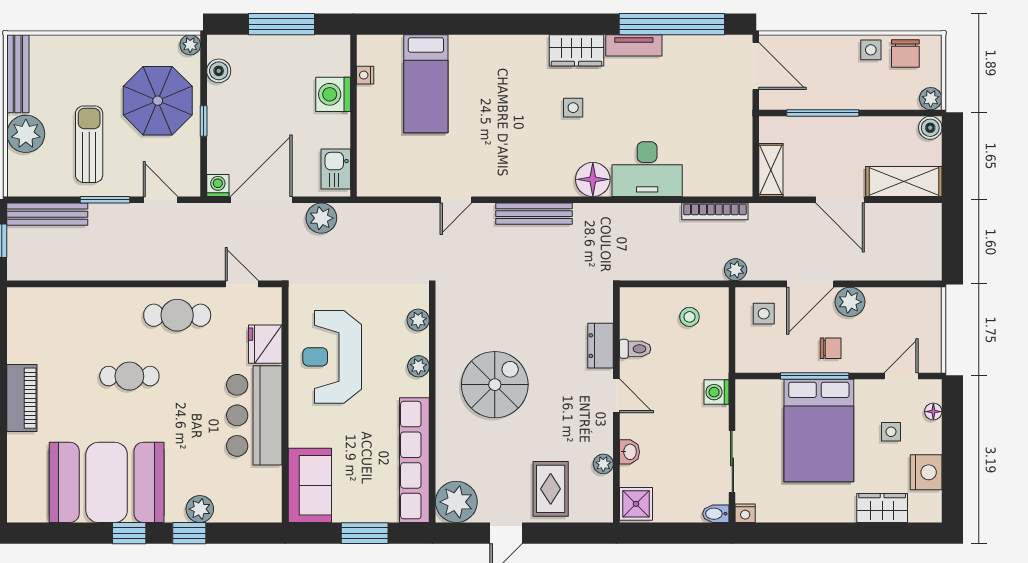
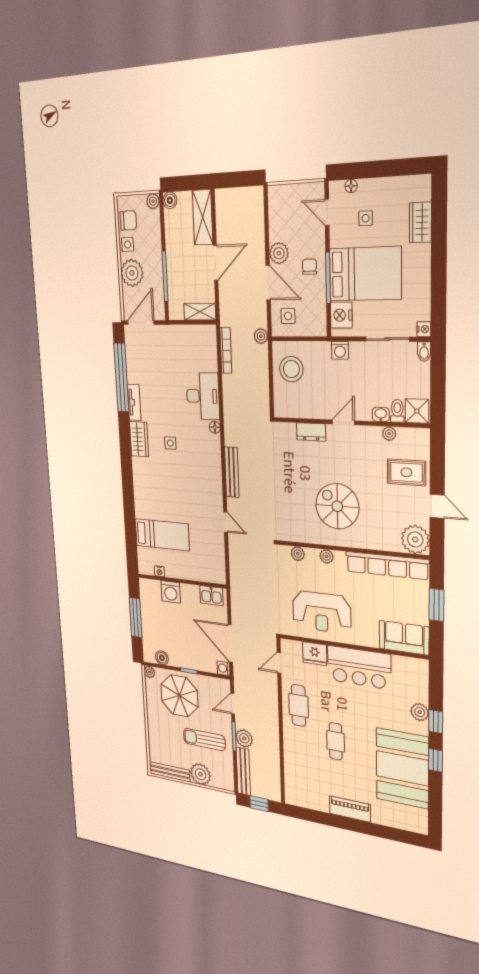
plant: (829, 55) -> (132, 273), added
floor lamp: (593, 179) -> (215, 427), width x0.53, depth x0.53
plant: (321, 218) -> (244, 738), moved
stool: (689, 317) -> (291, 369), width x1.89, depth x1.89
toilet: (635, 349) -> (397, 411), moved
nightstand: (926, 472) -> (341, 315), moved, turned -90

